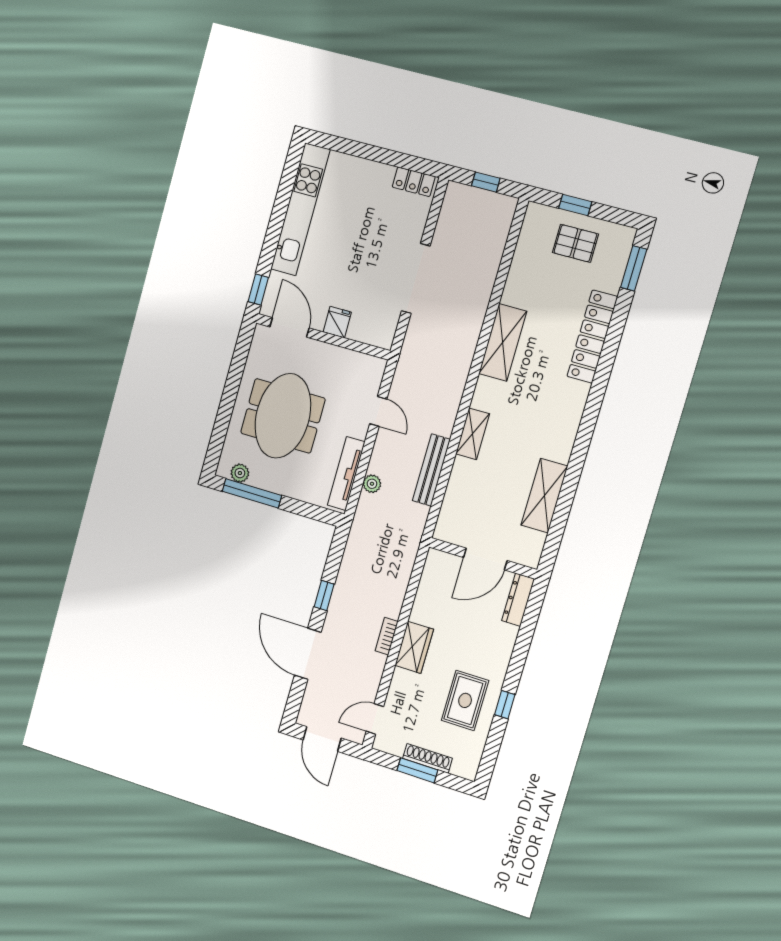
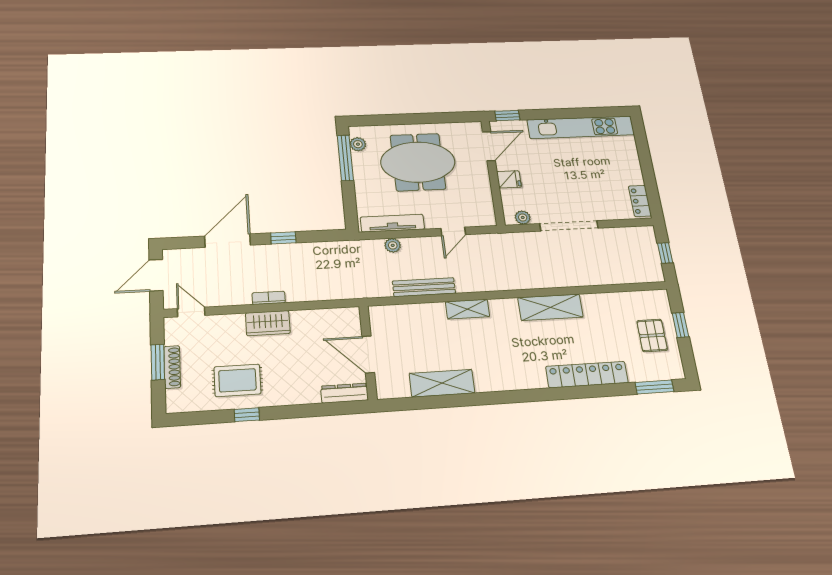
plant: (388, 327) -> (523, 217), added

